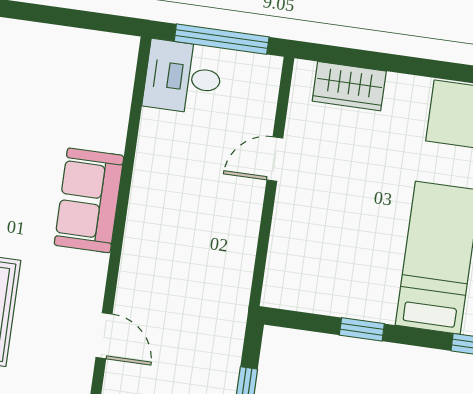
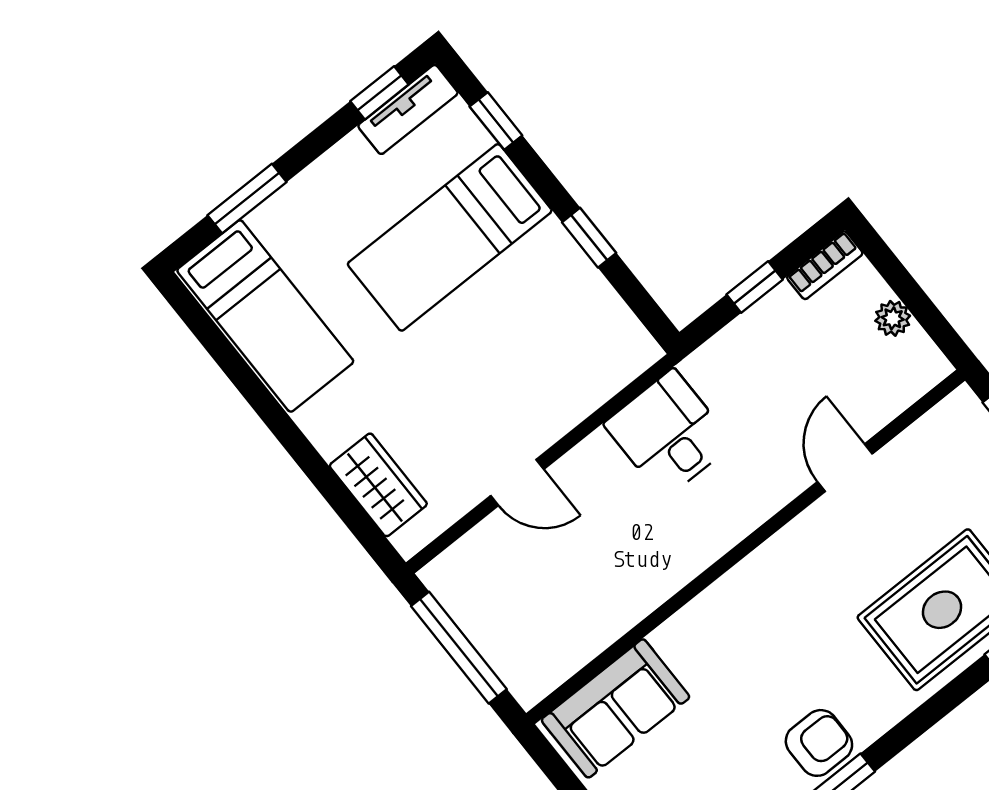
desk: (183, 77) -> (669, 434), moved, turned 180
sofa: (89, 200) -> (616, 708), moved

